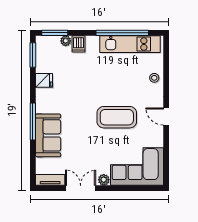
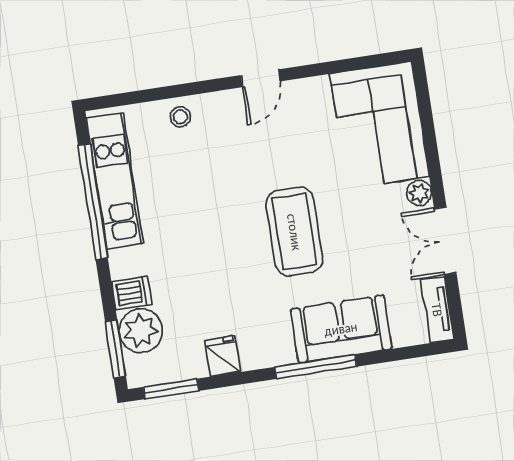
plant: (66, 41) -> (141, 331), width x1.88, depth x1.88
coffee table: (117, 117) -> (294, 232), moved

